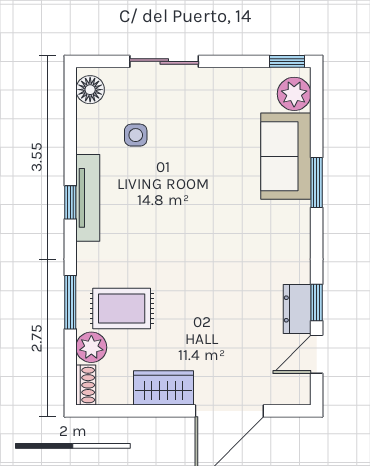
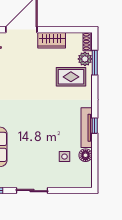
sliding door: (164, 61) -> (32, 191), moved
floor lamp: (90, 90) -> (86, 155), moved
window: (70, 302) -> (95, 63), moved

